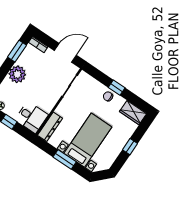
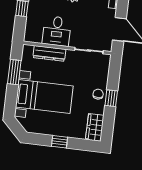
desk: (32, 117) -> (57, 31), moved
dresser: (50, 127) -> (49, 53), moved
window: (65, 159) -> (14, 72), moved

